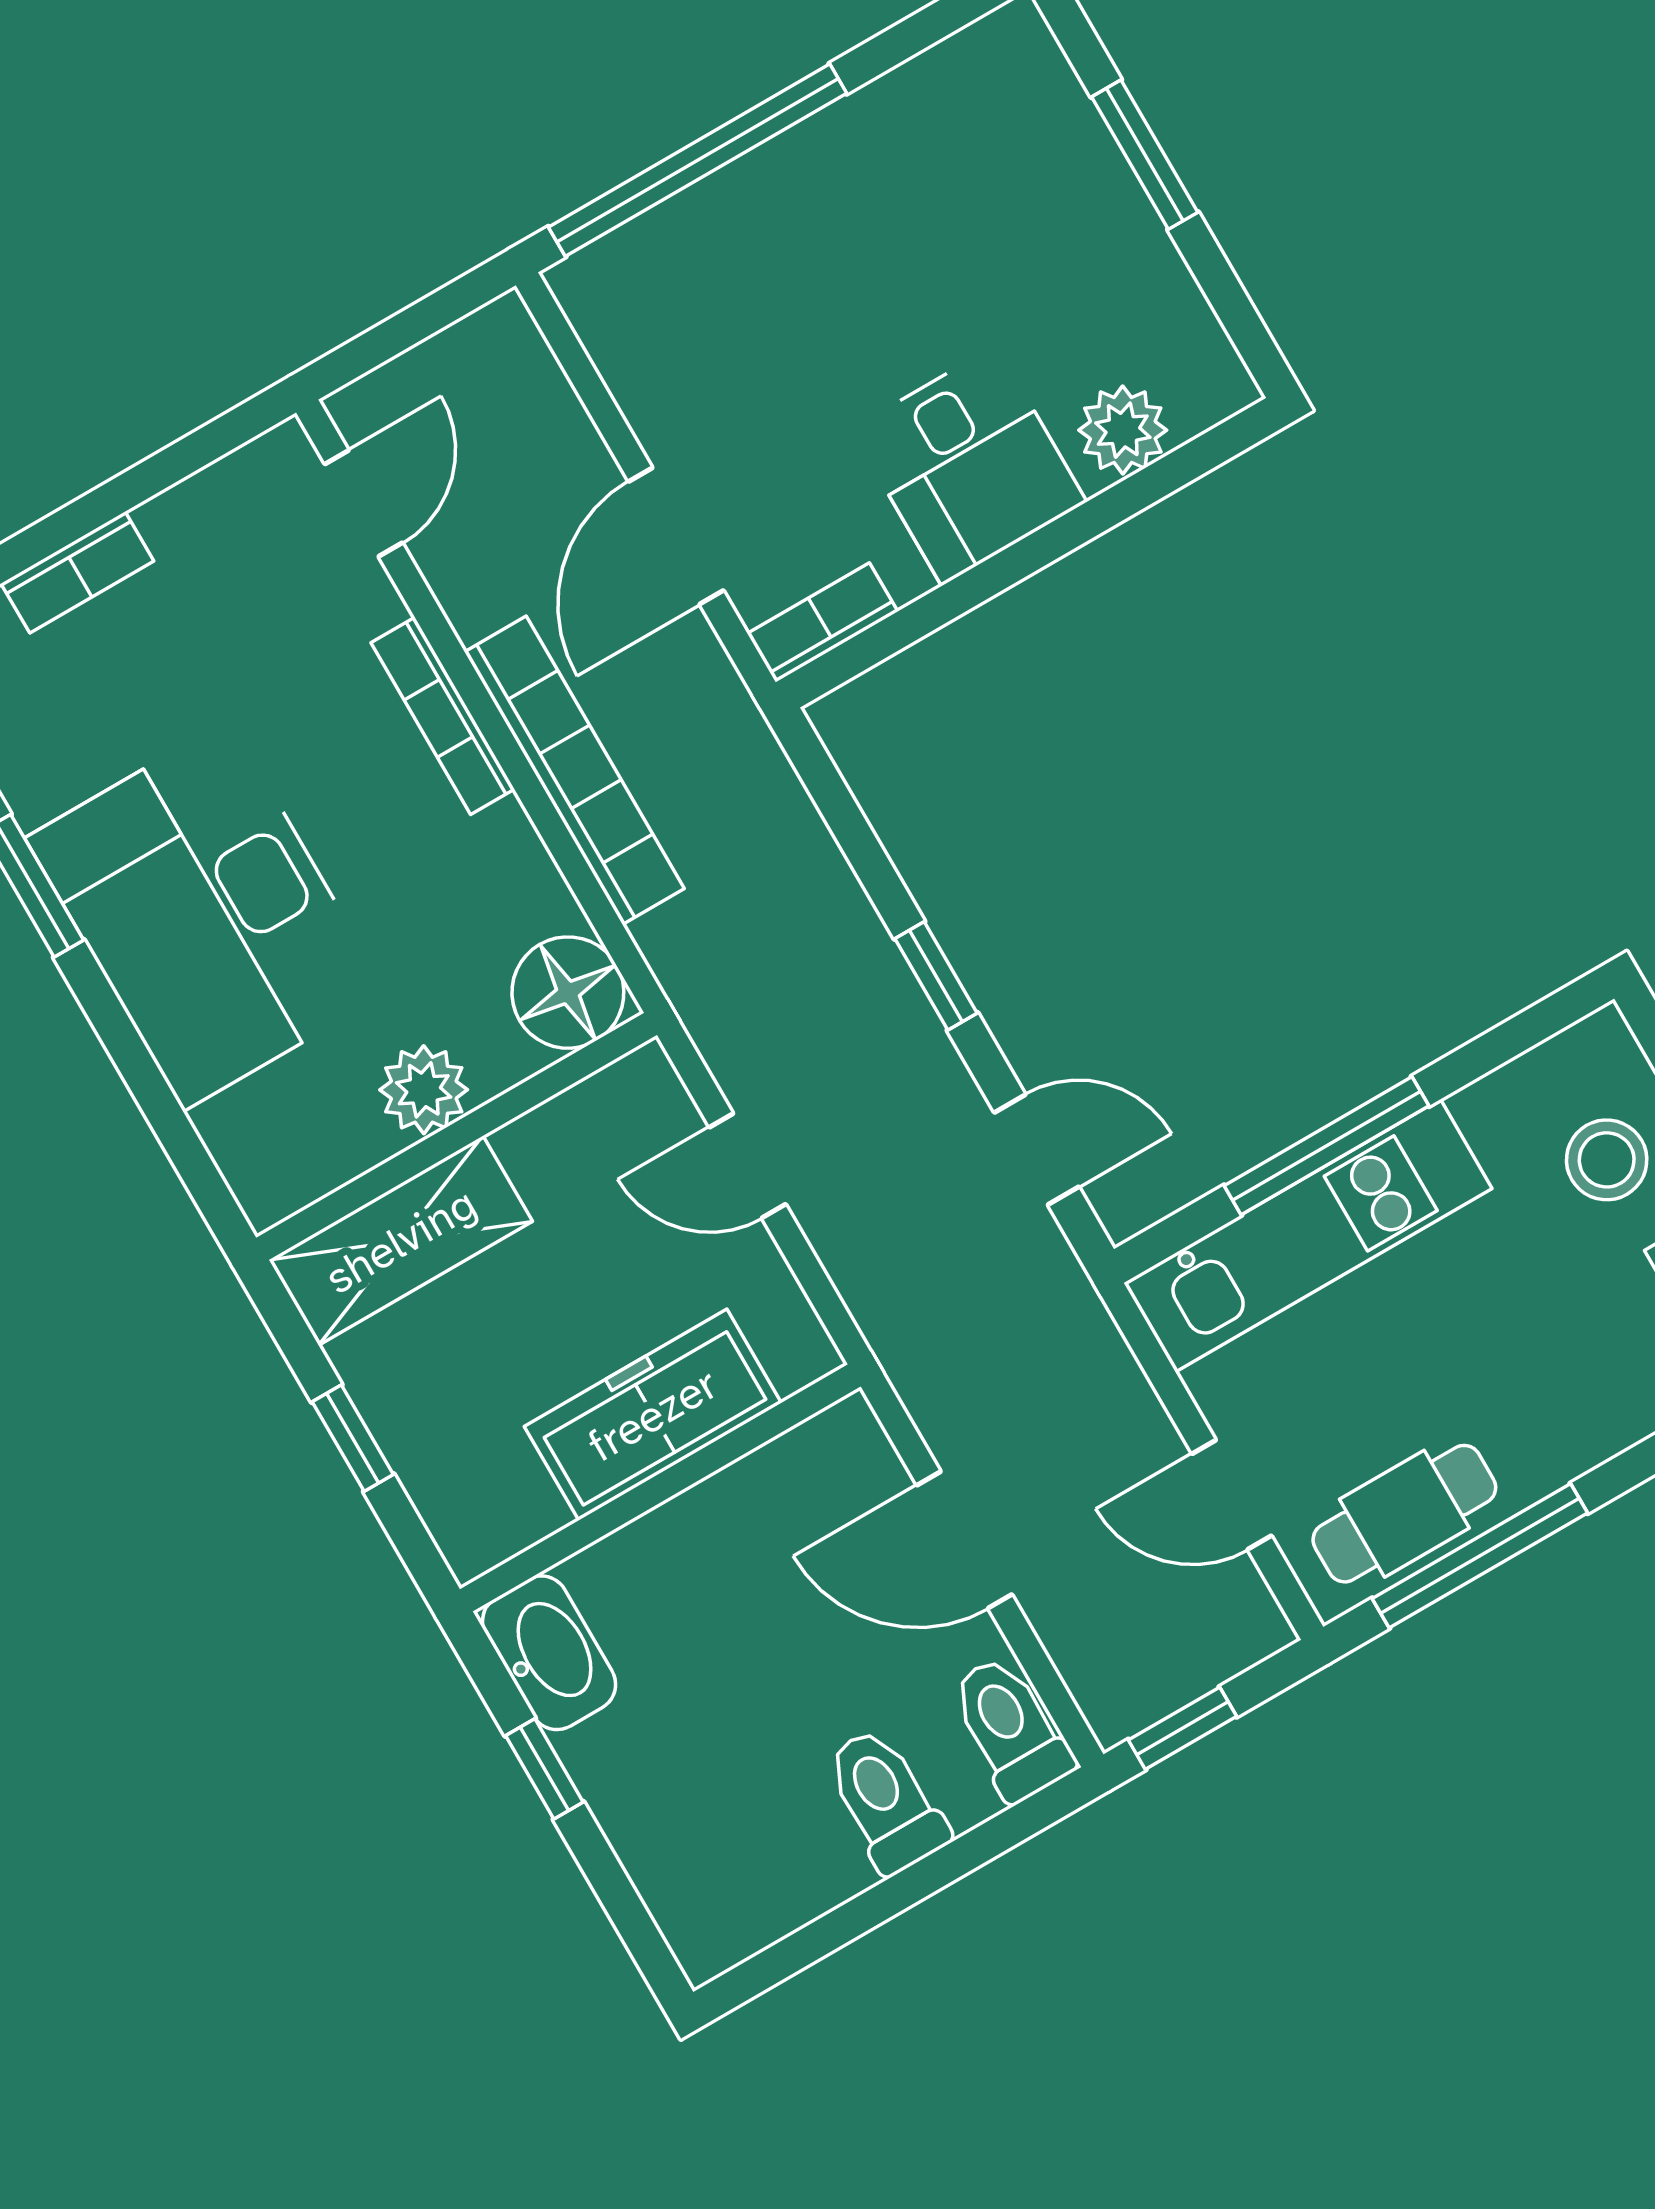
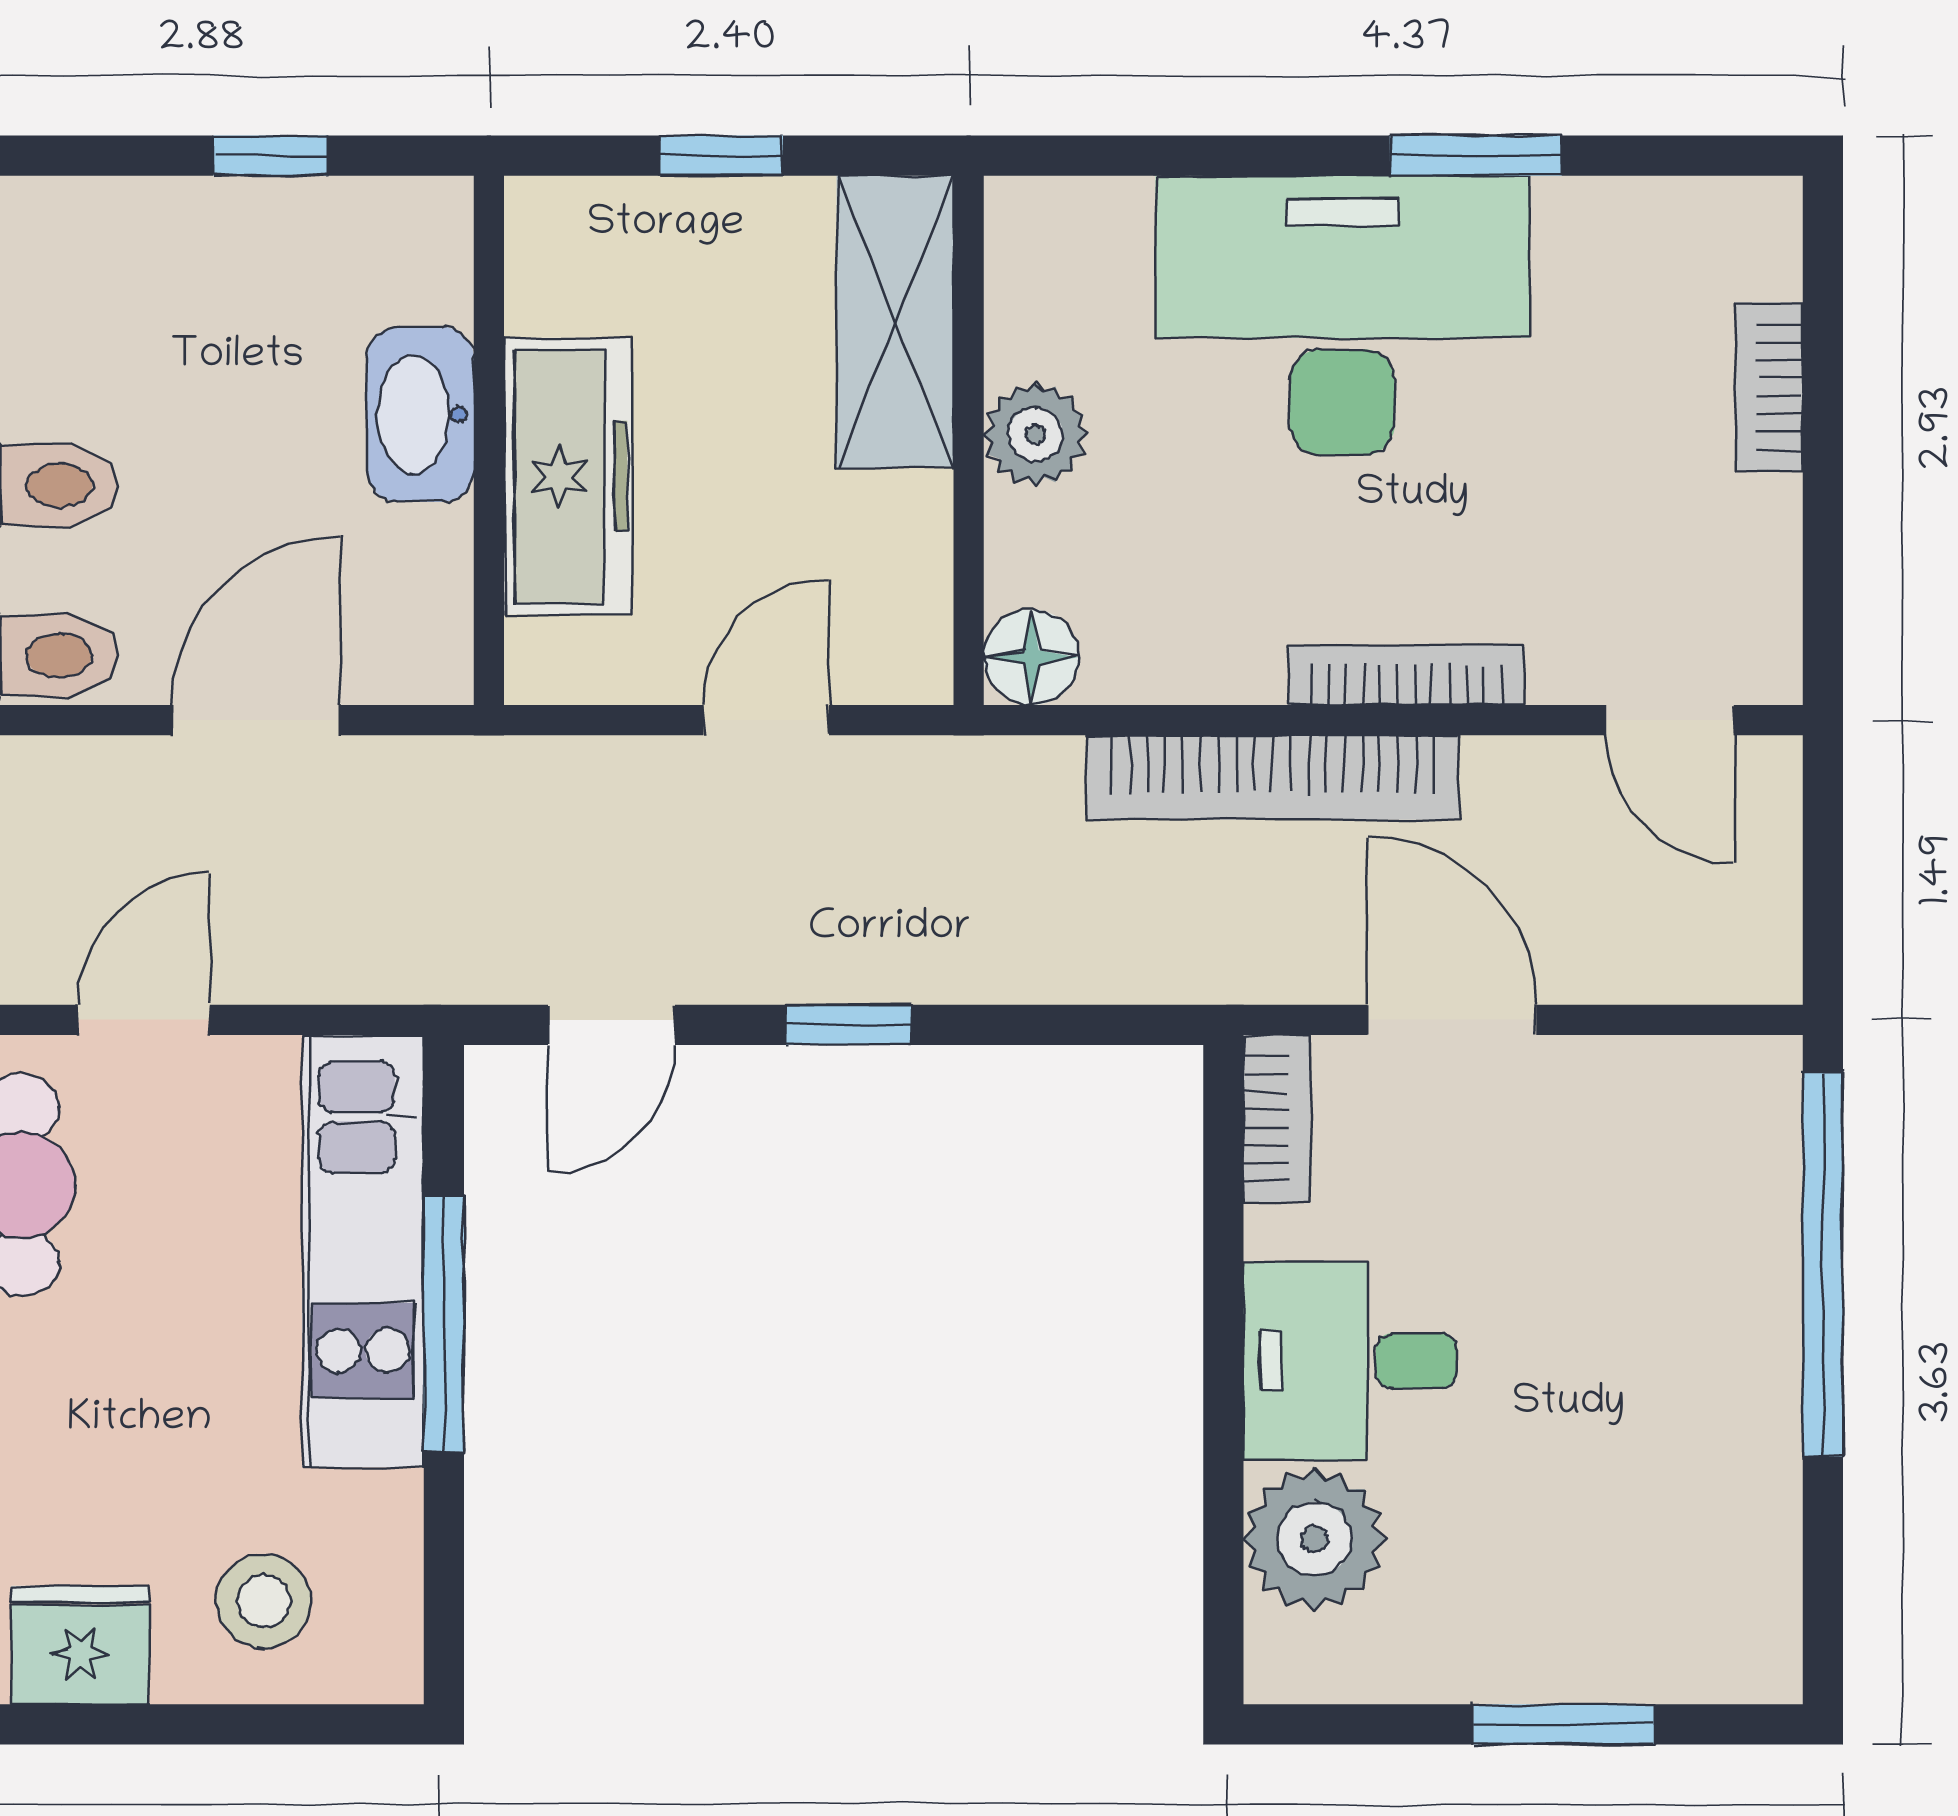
plant: (1123, 430) -> (1314, 1539), width x1.36, depth x1.36
floor lamp: (568, 993) -> (1031, 657), width x0.73, depth x0.73
washbasin: (549, 1653) -> (420, 414), moved, turned 90

